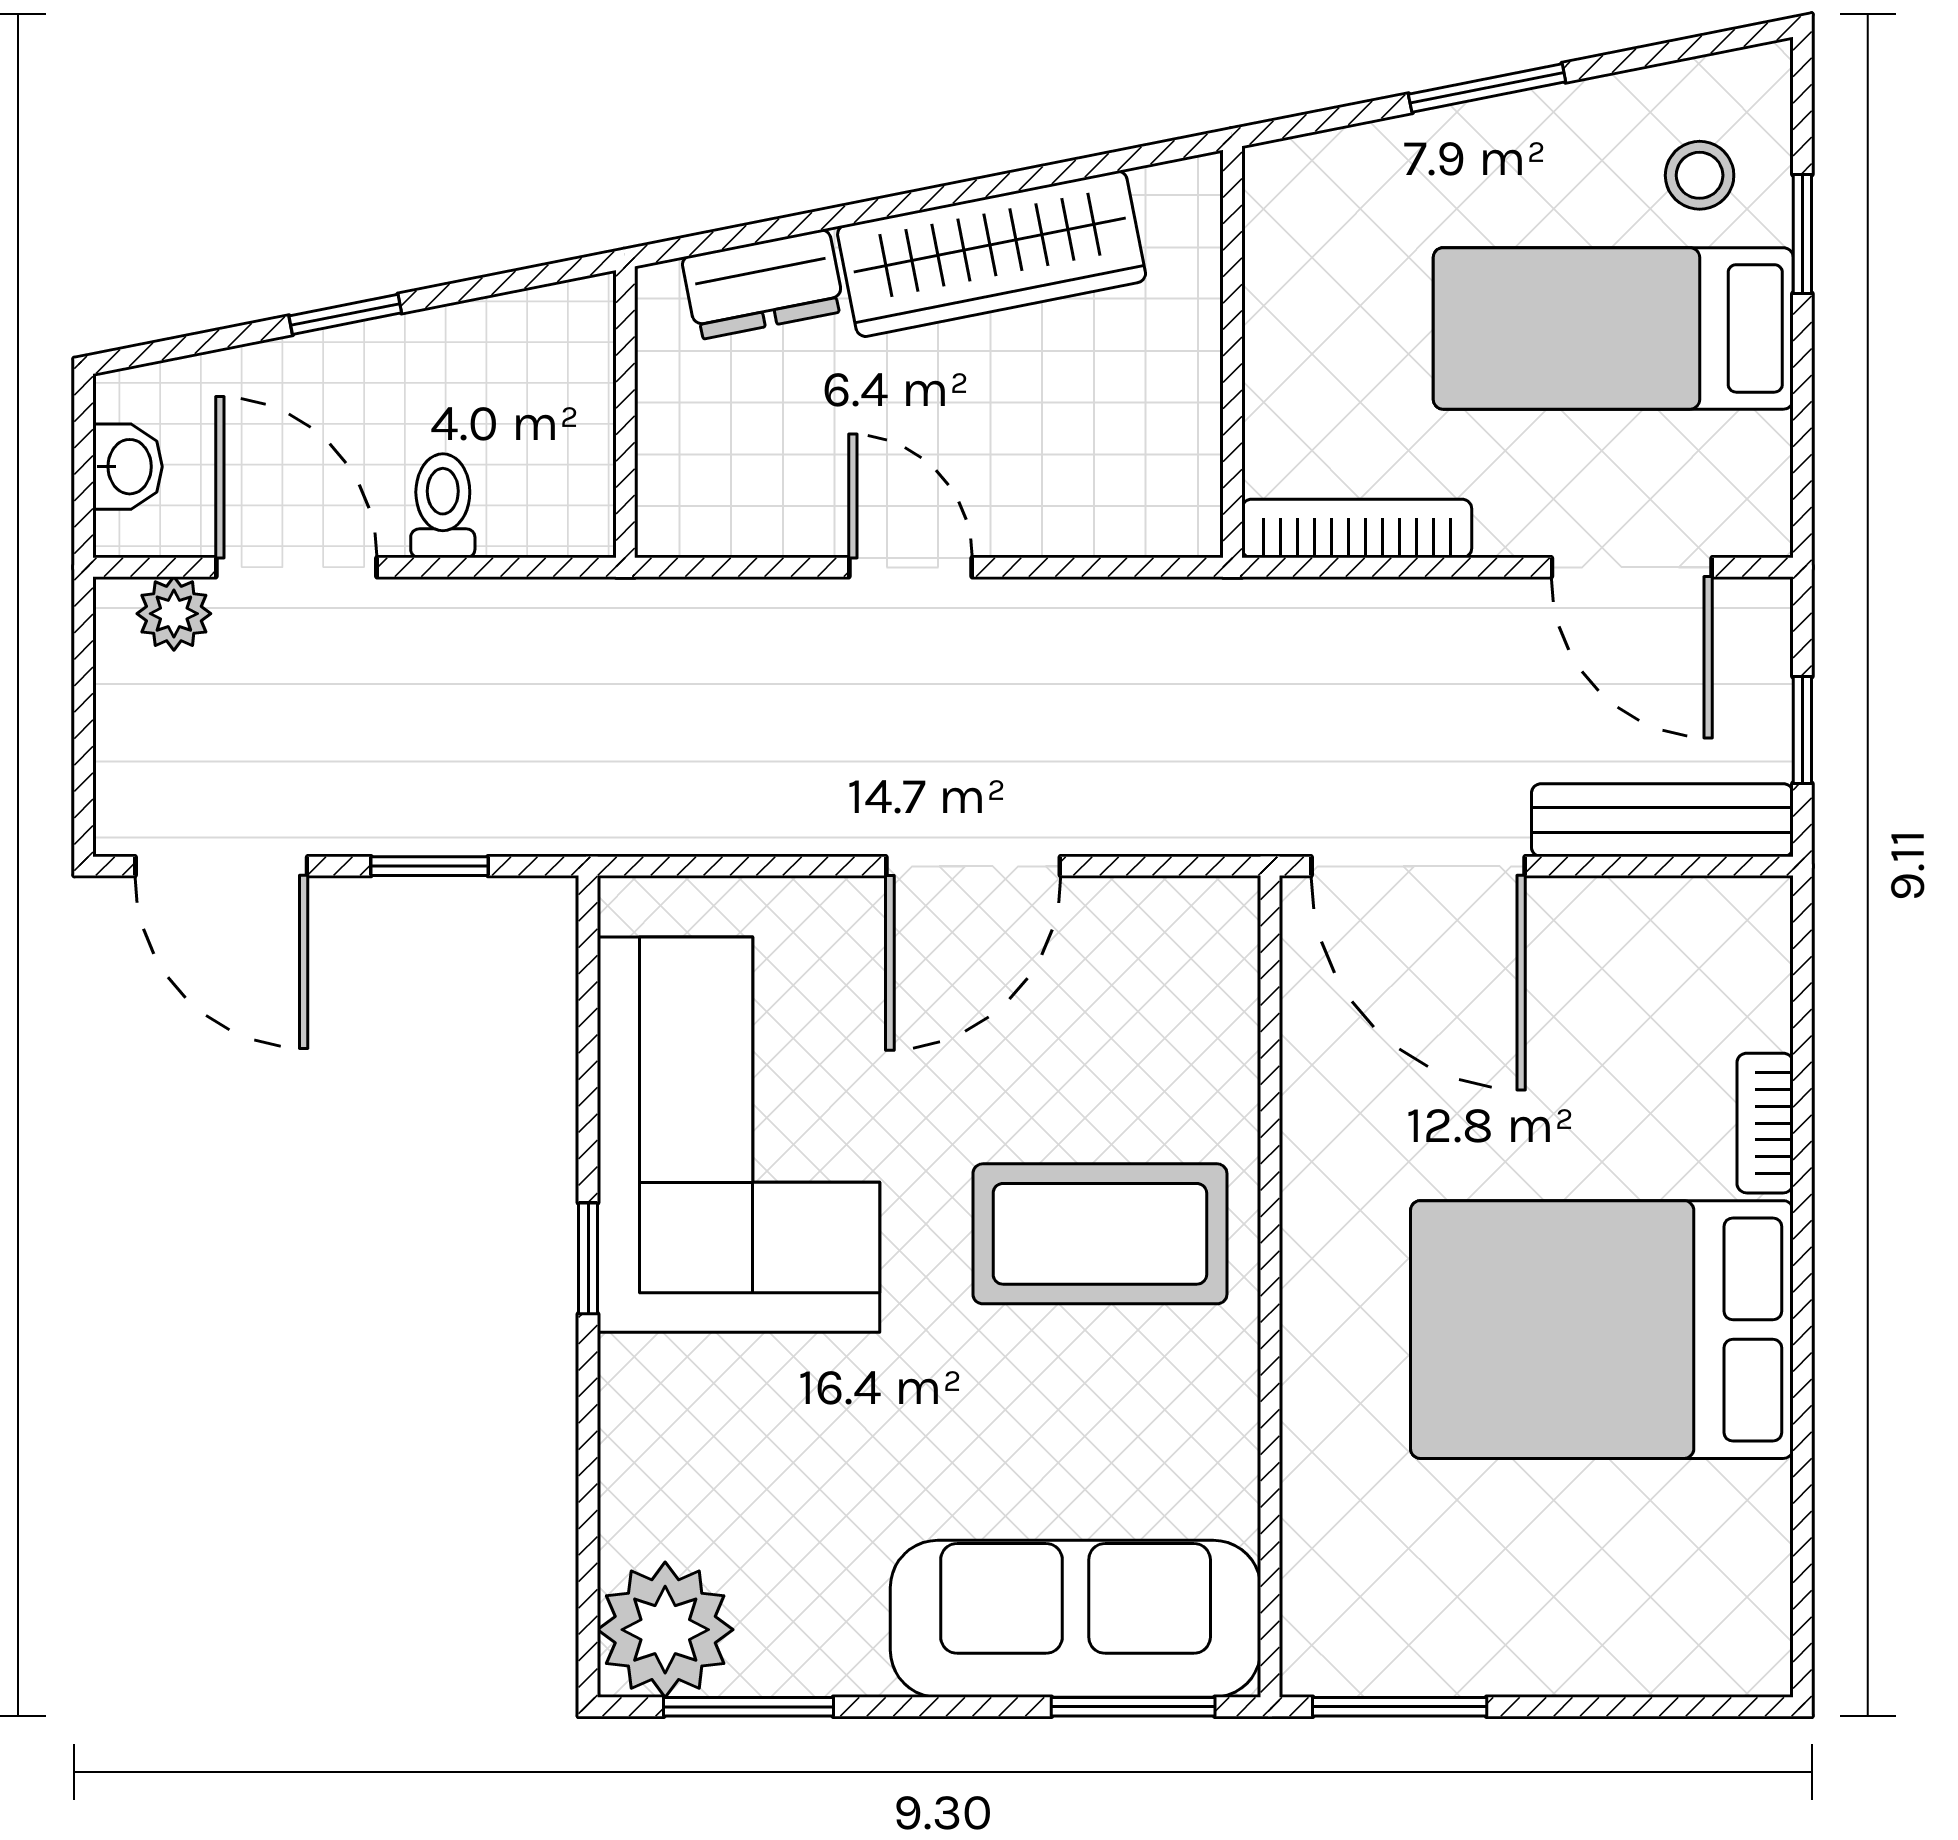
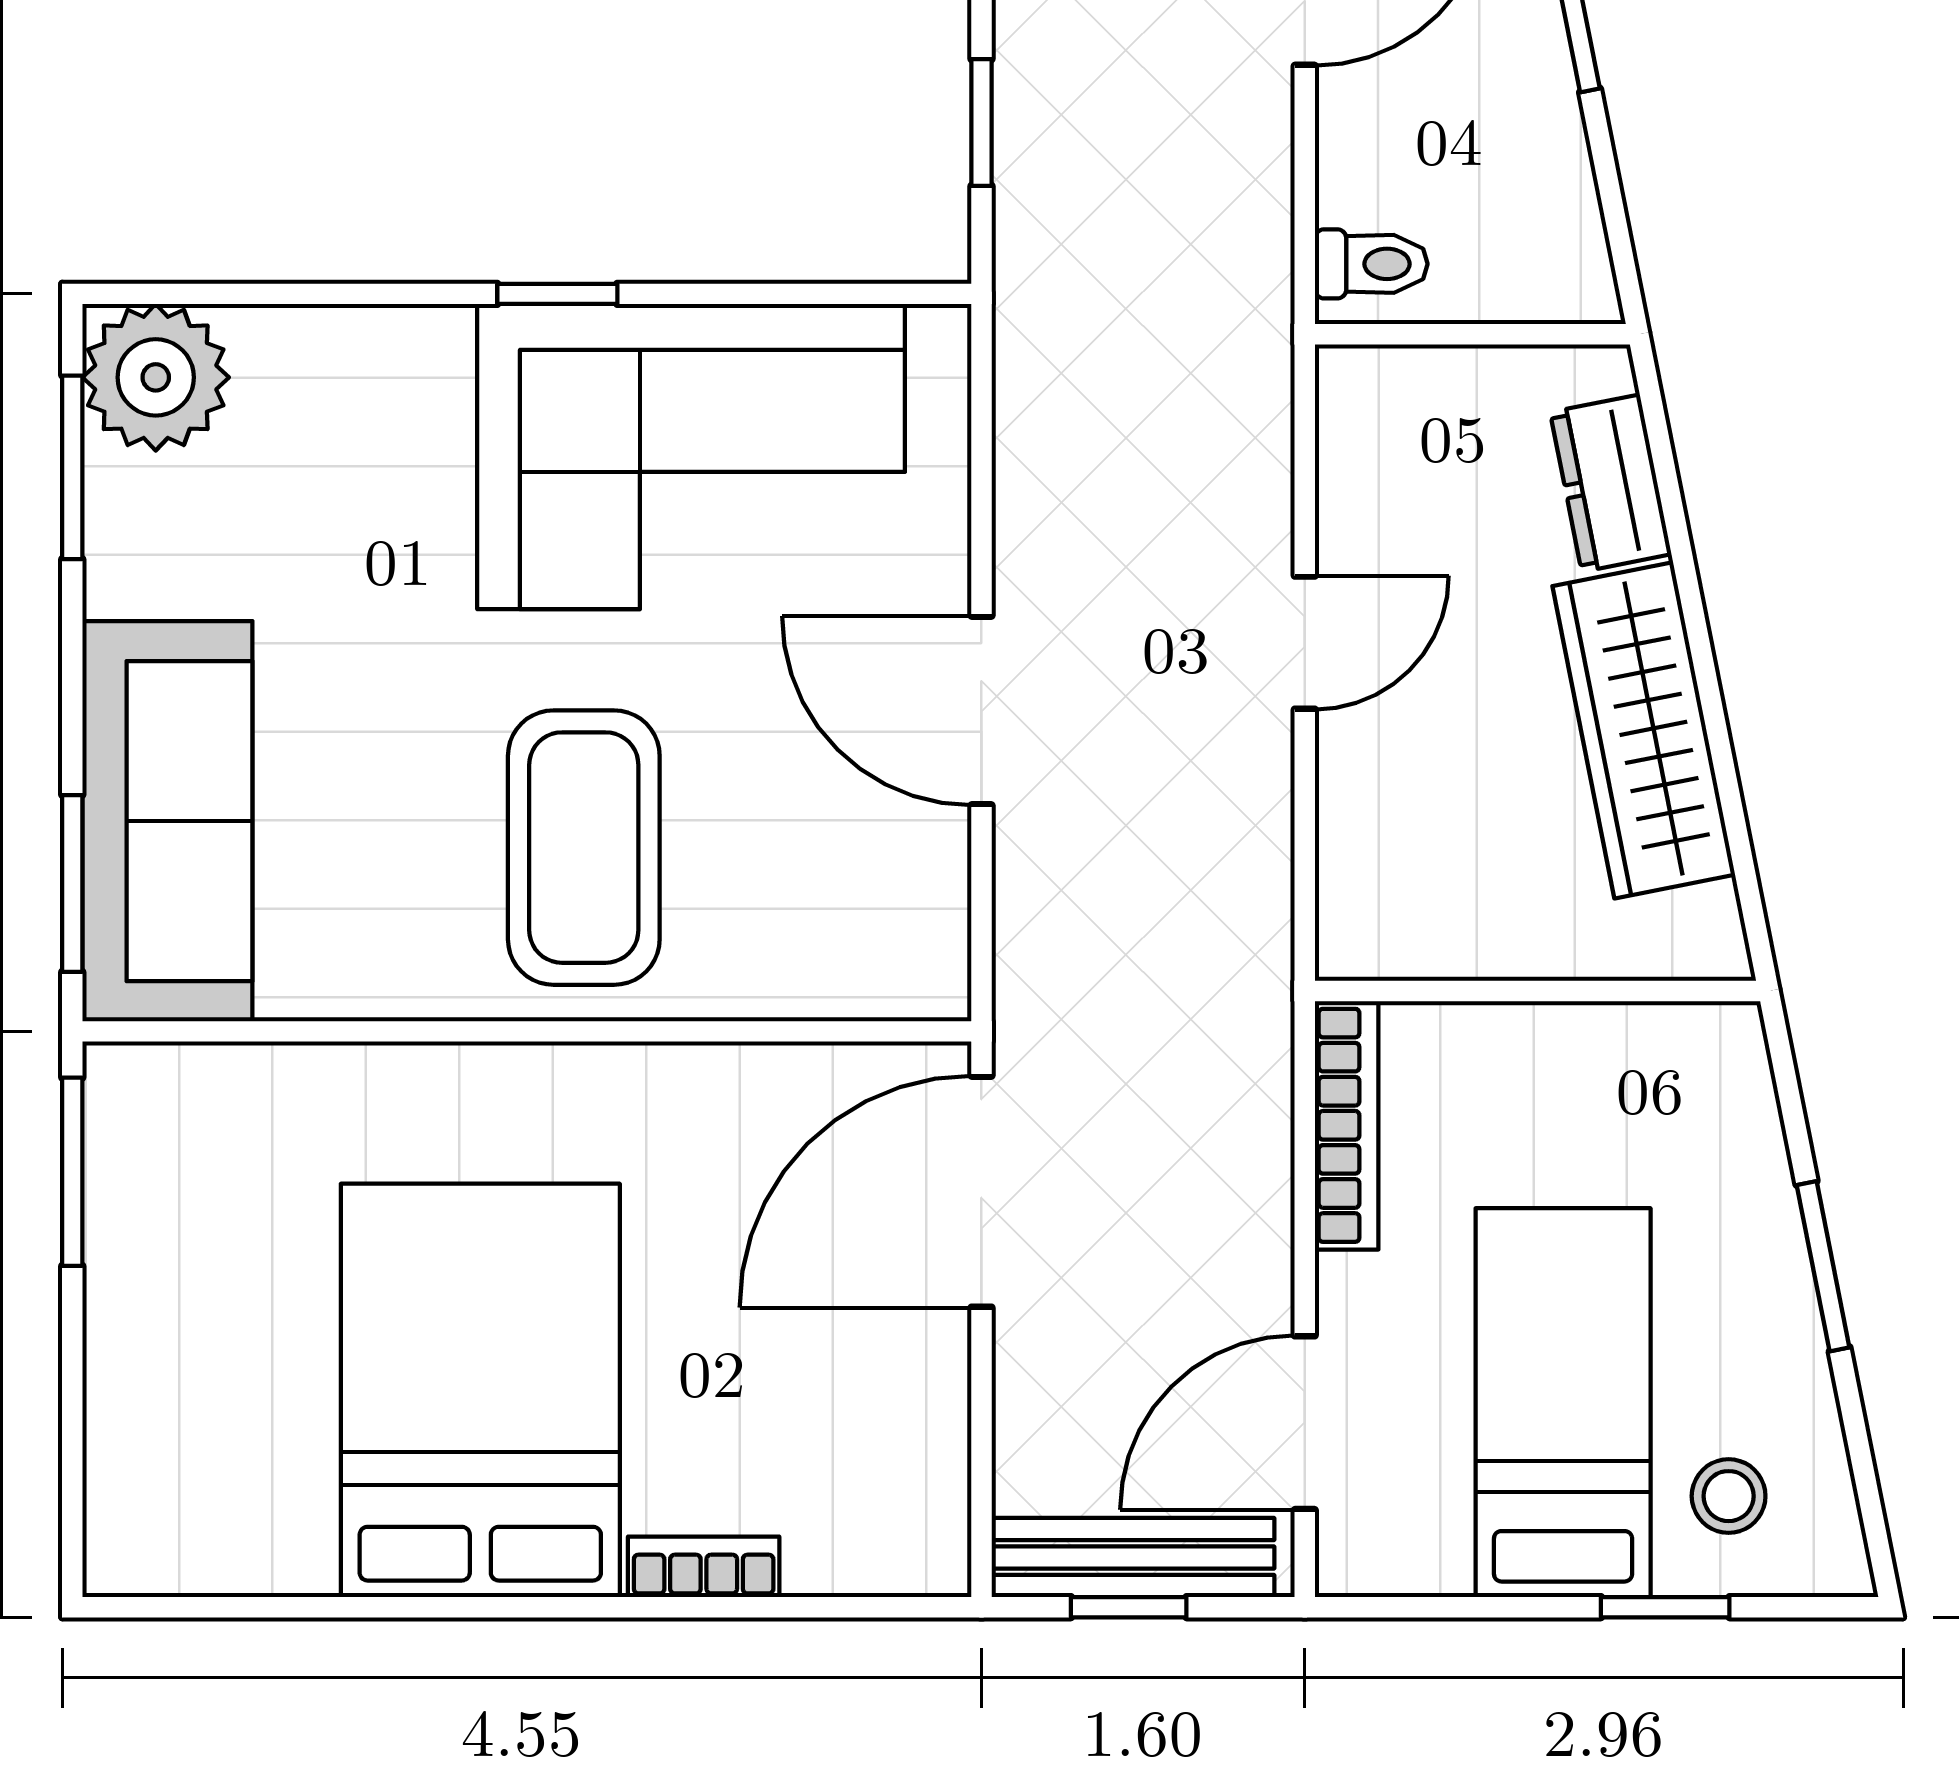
toilet: (443, 506) -> (1371, 264), moved
bench: (1662, 820) -> (1133, 1558), moved, turned 90

